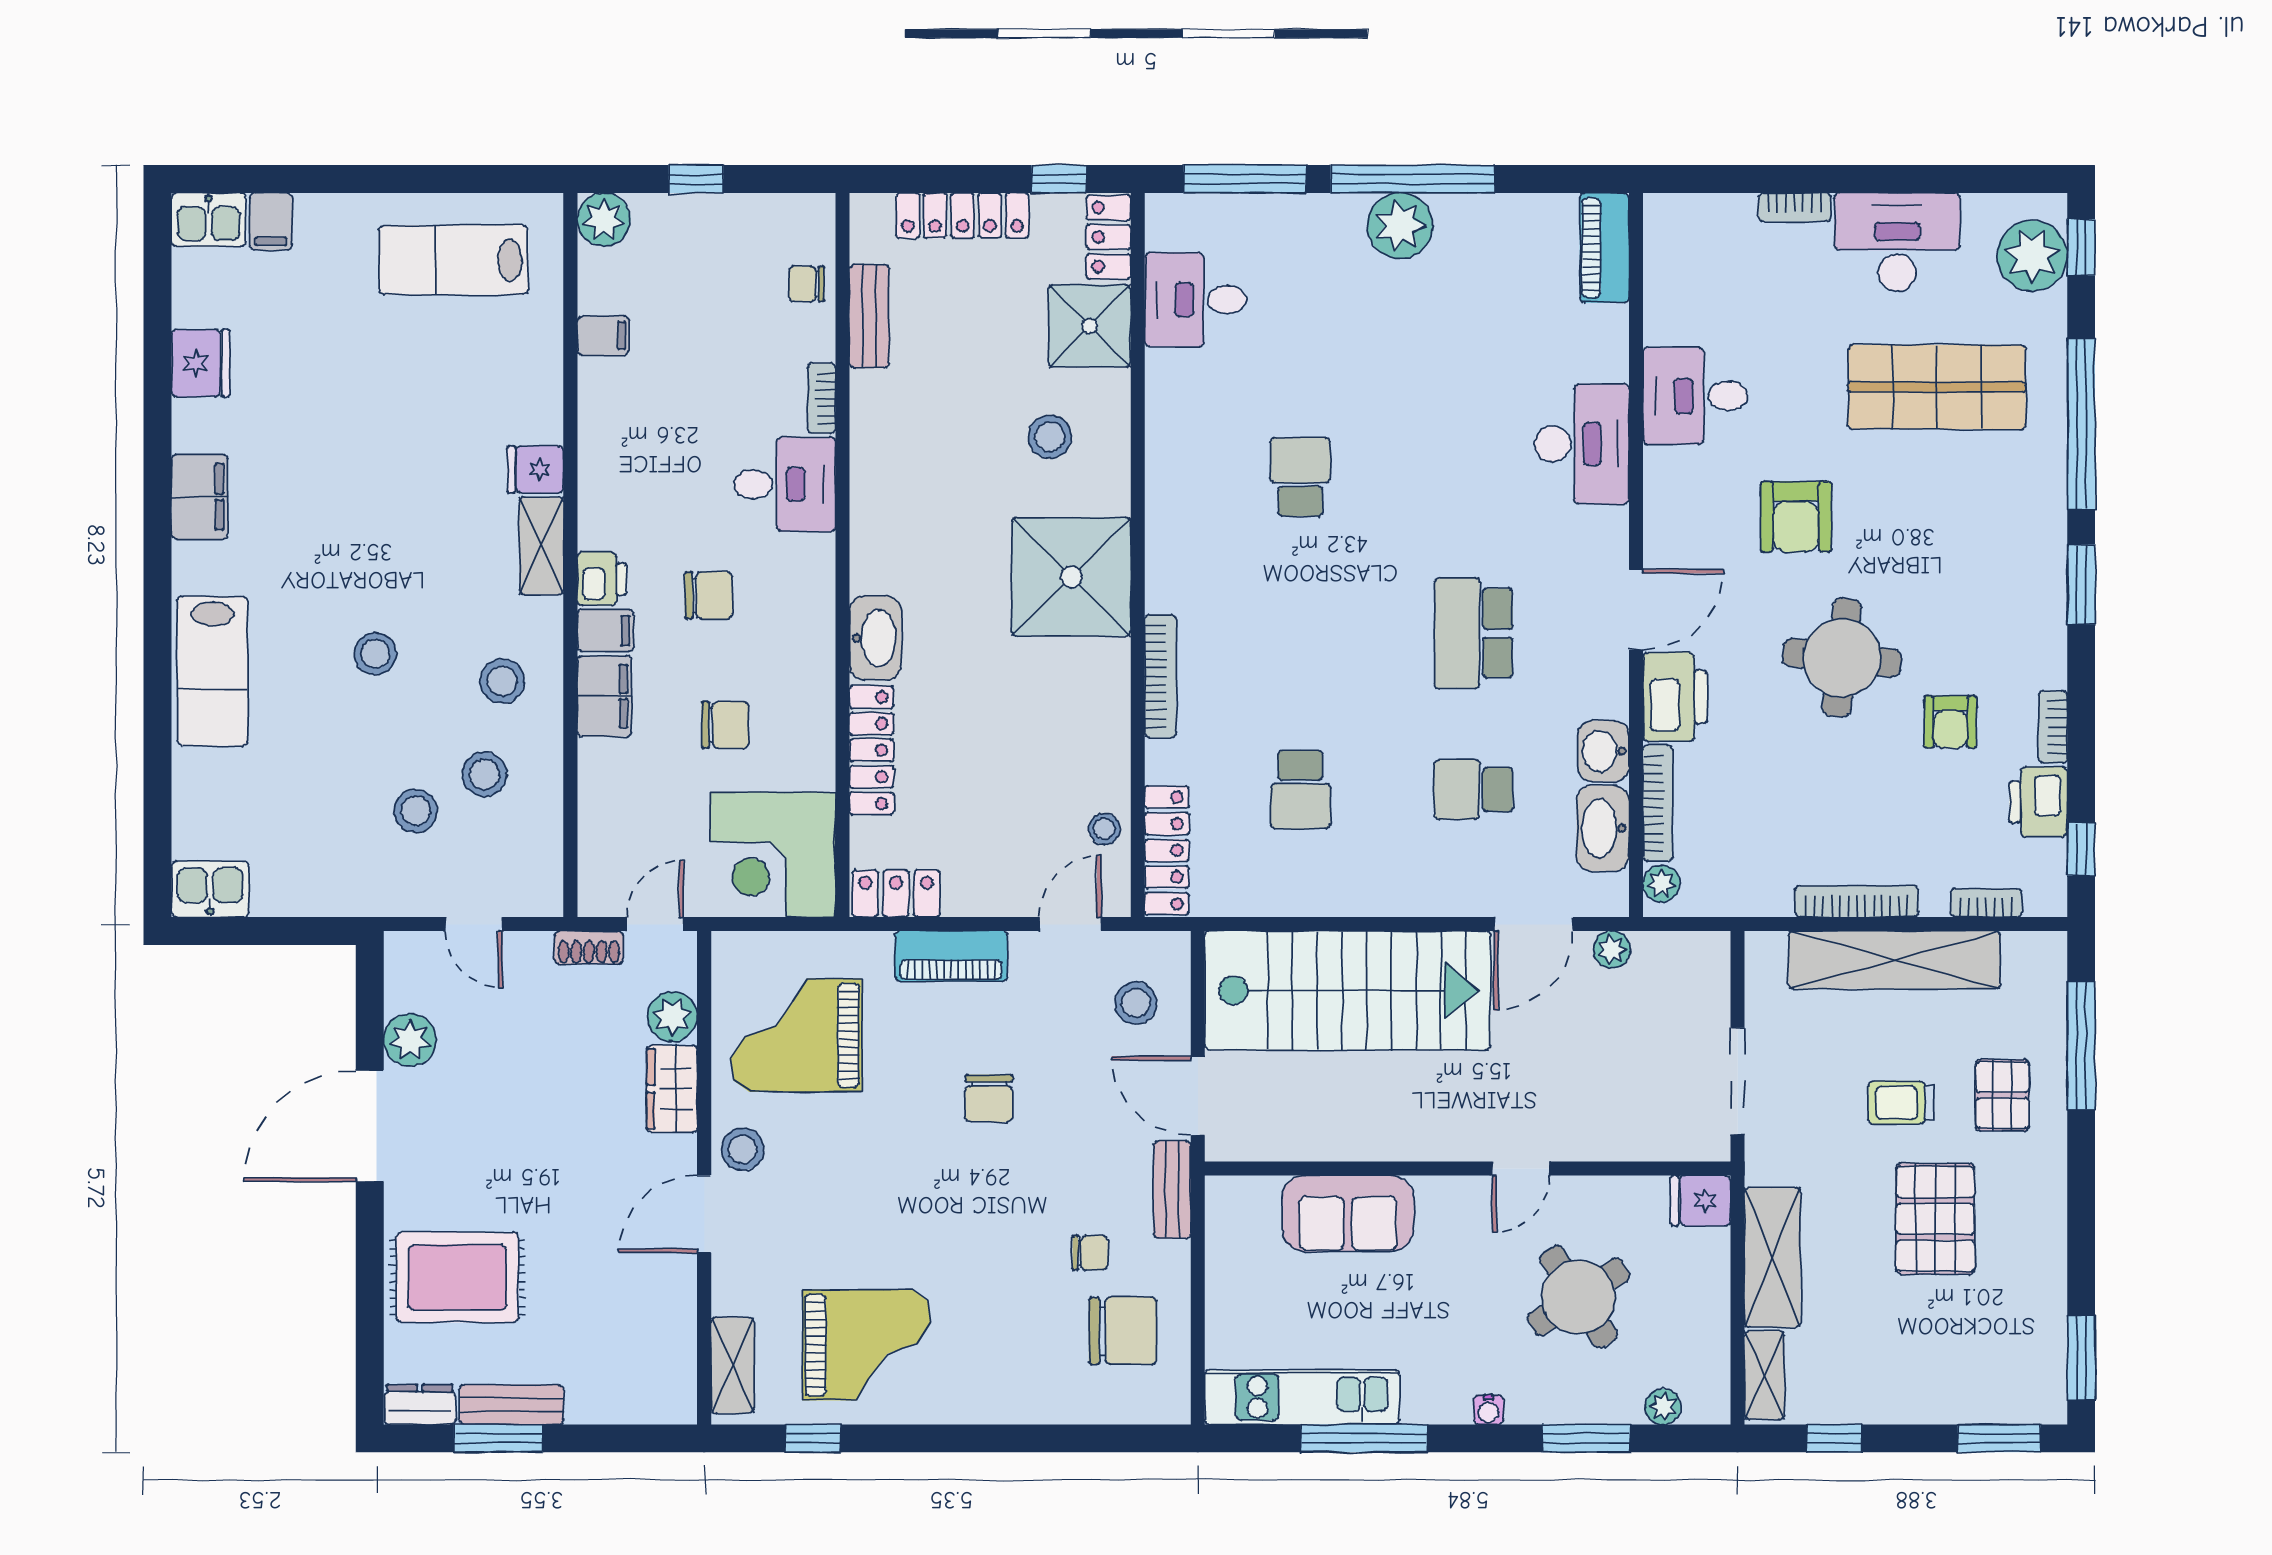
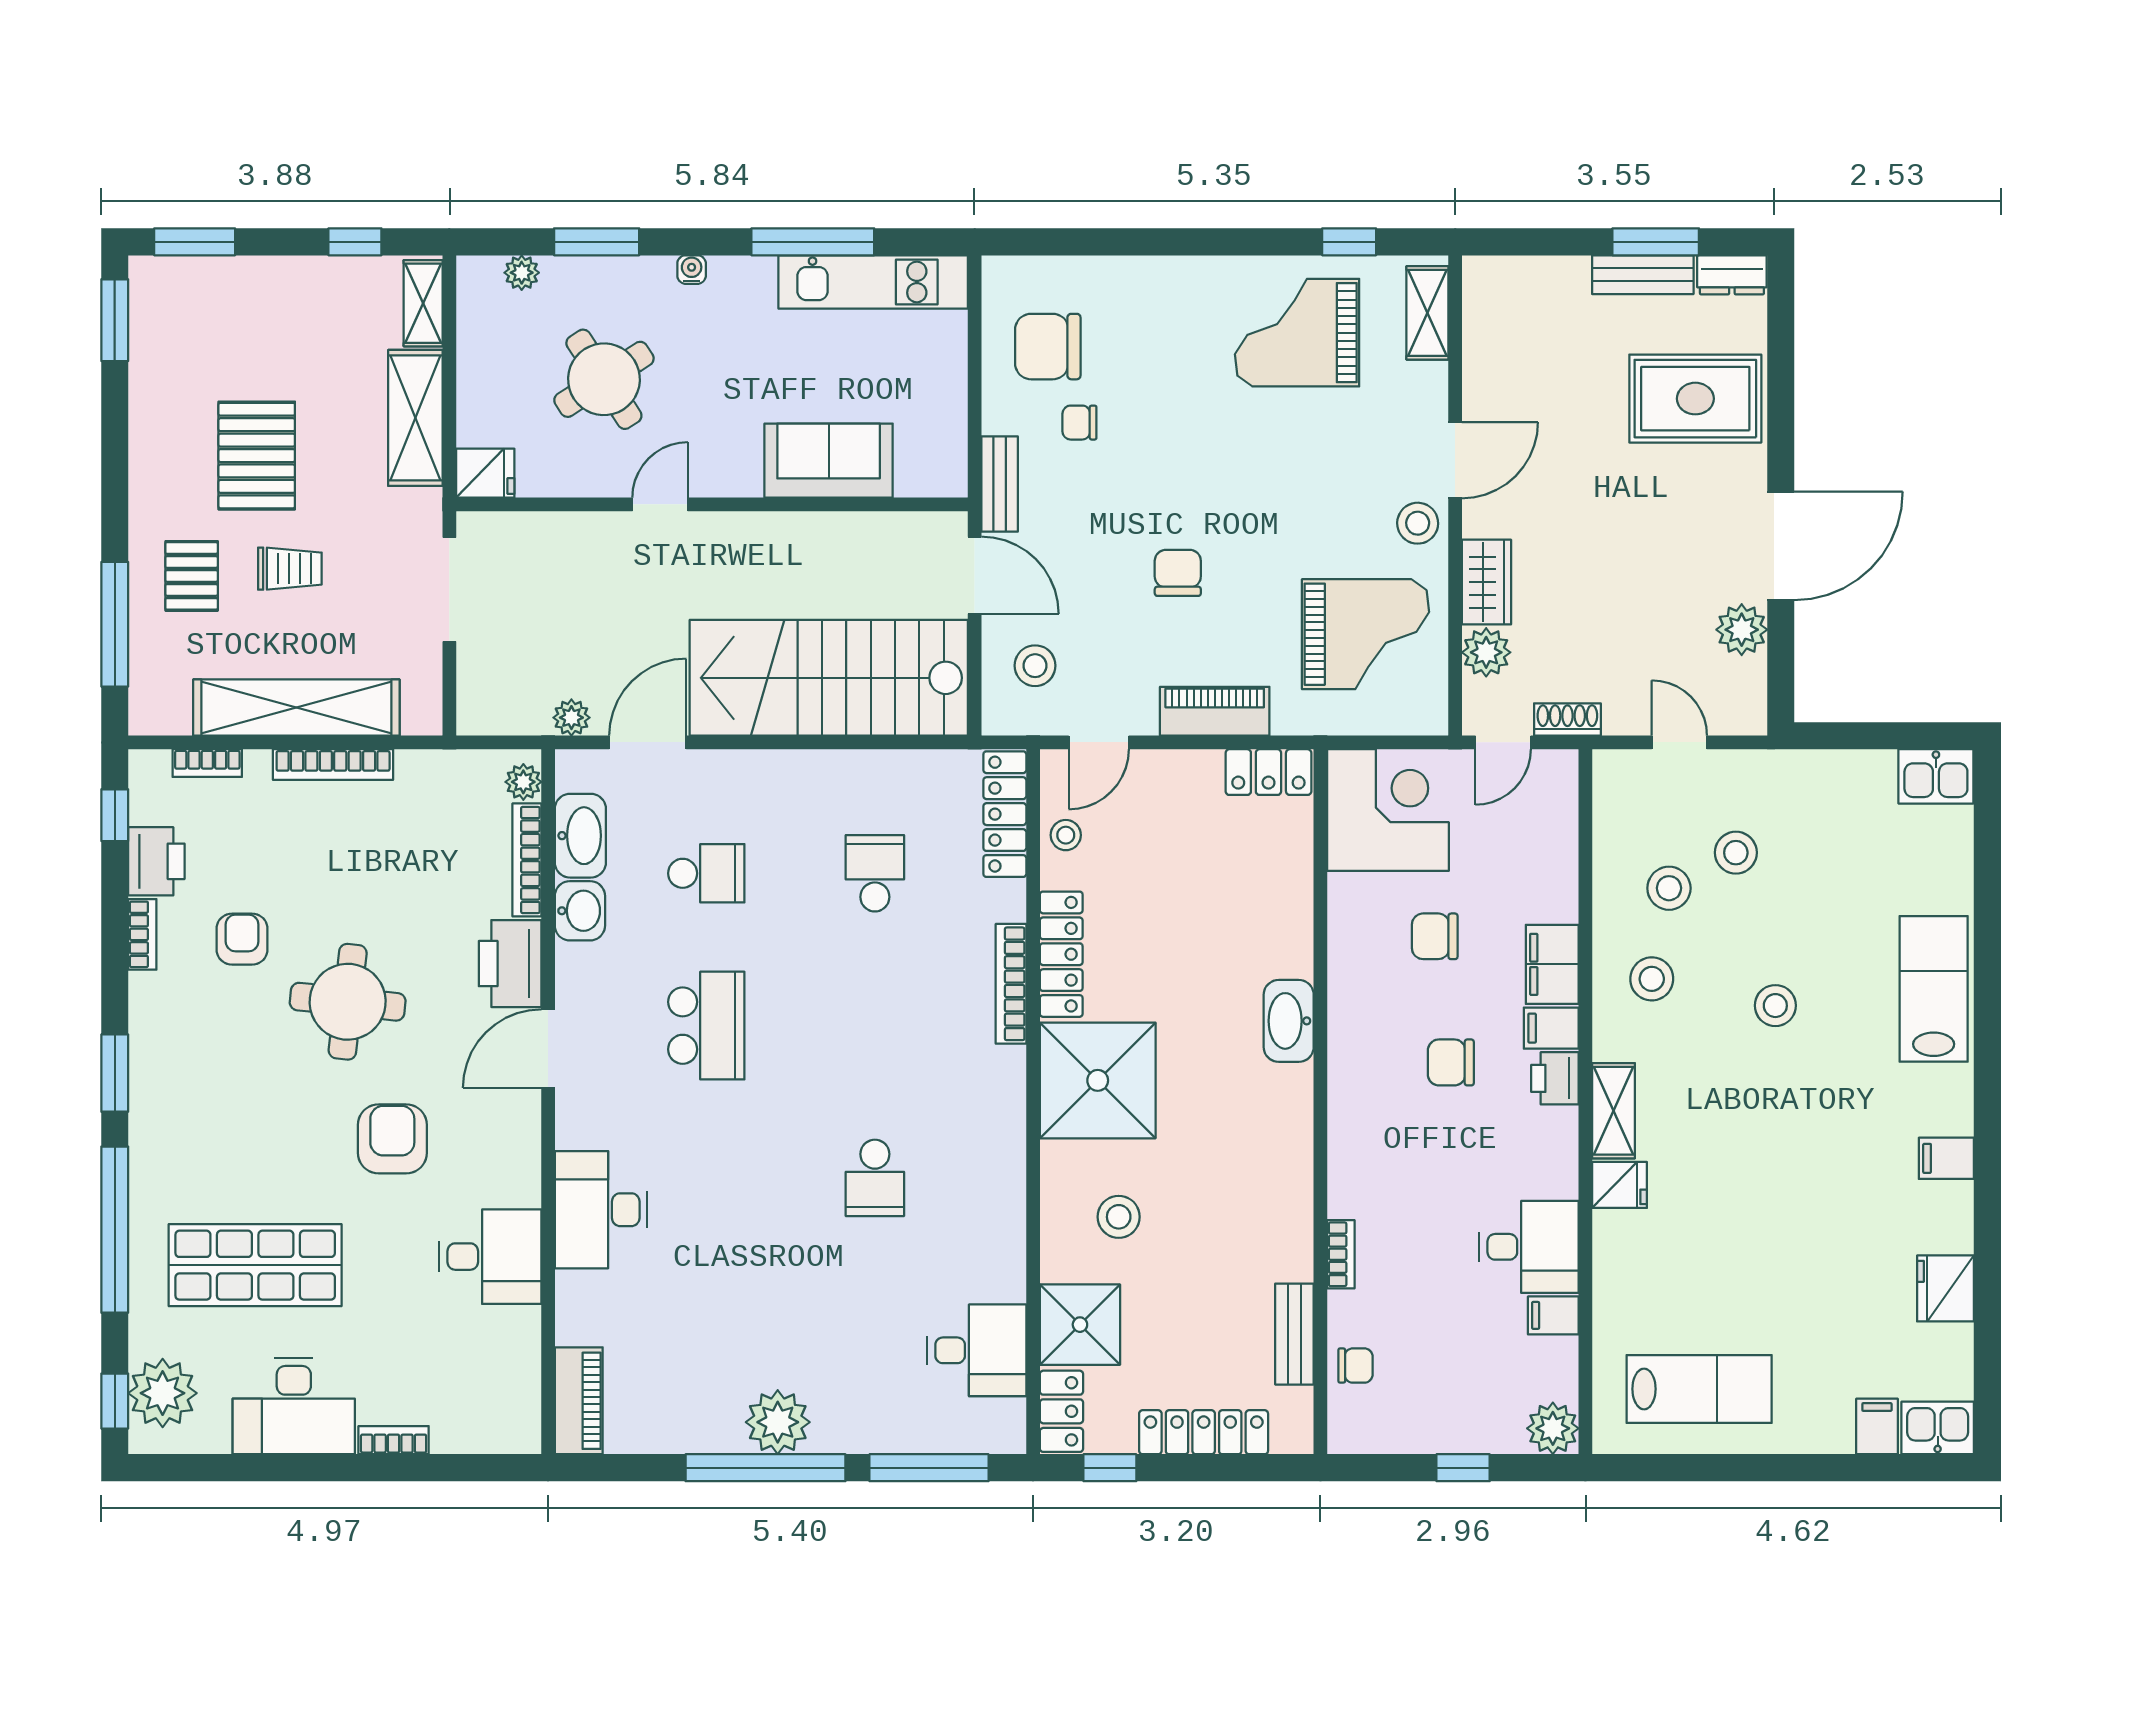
desk: (785, 484) -> (1529, 1247), moved, turned 180
filing cabinet: (200, 497) -> (1946, 1158), width x0.50
locker: (871, 750) -> (1061, 954), moved, turned 180

